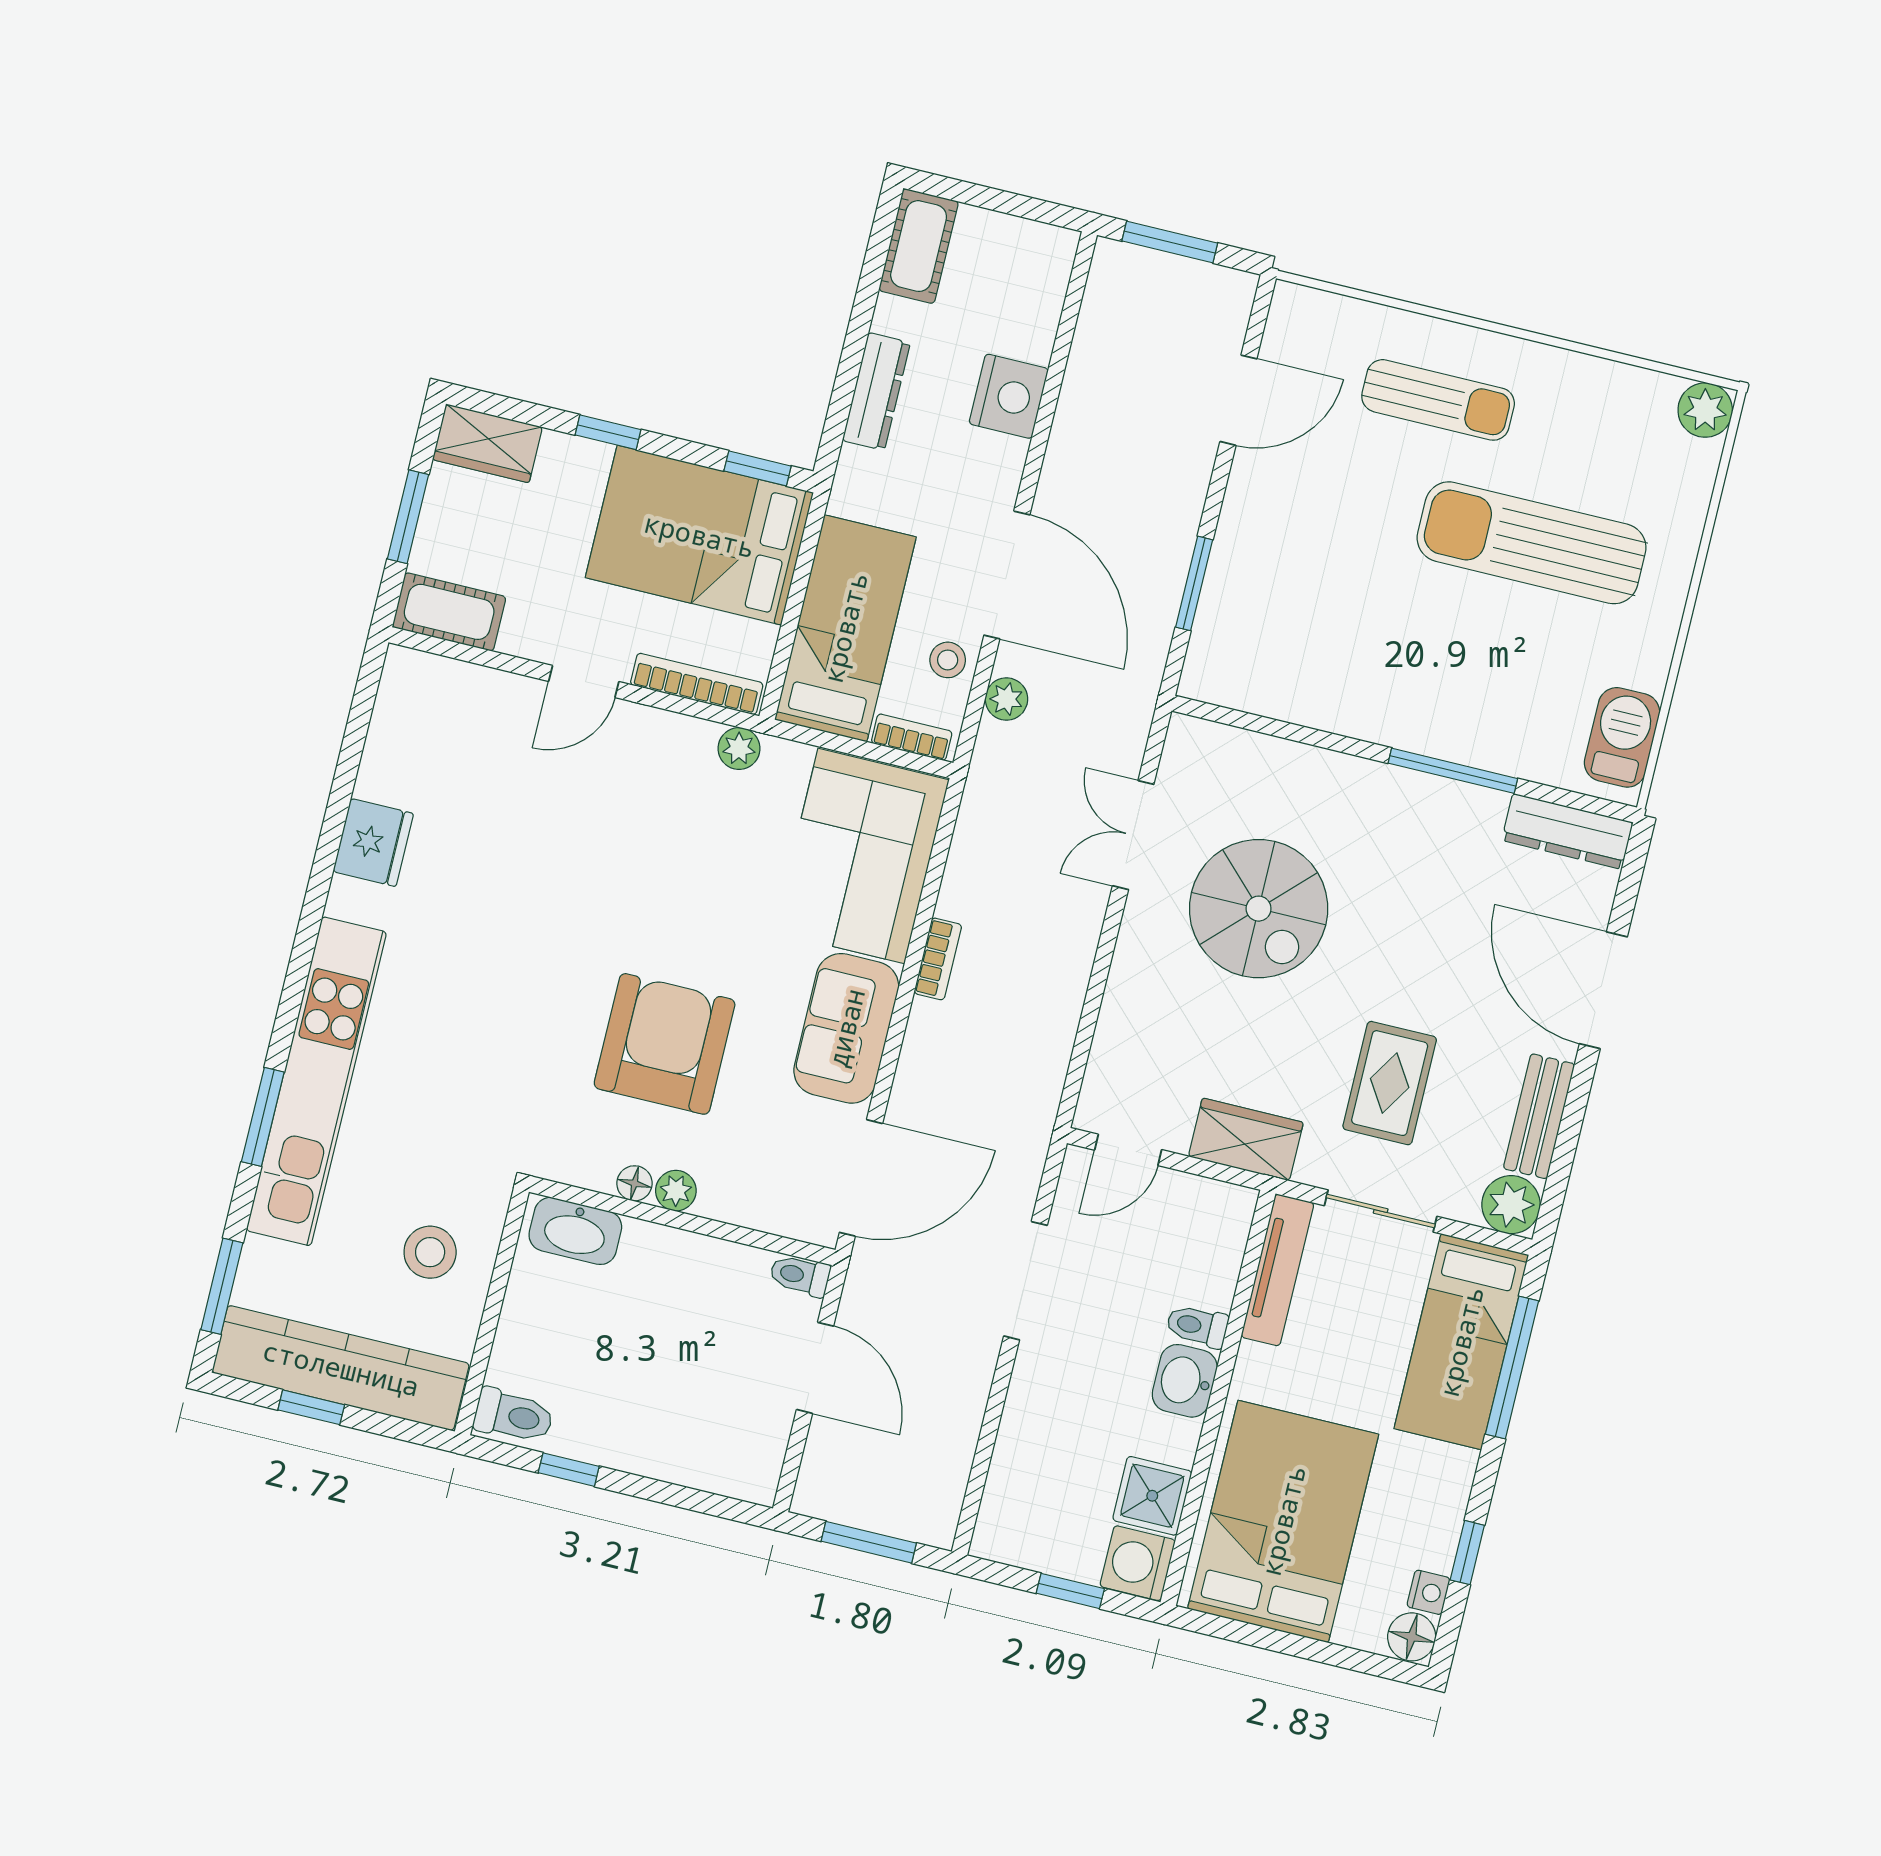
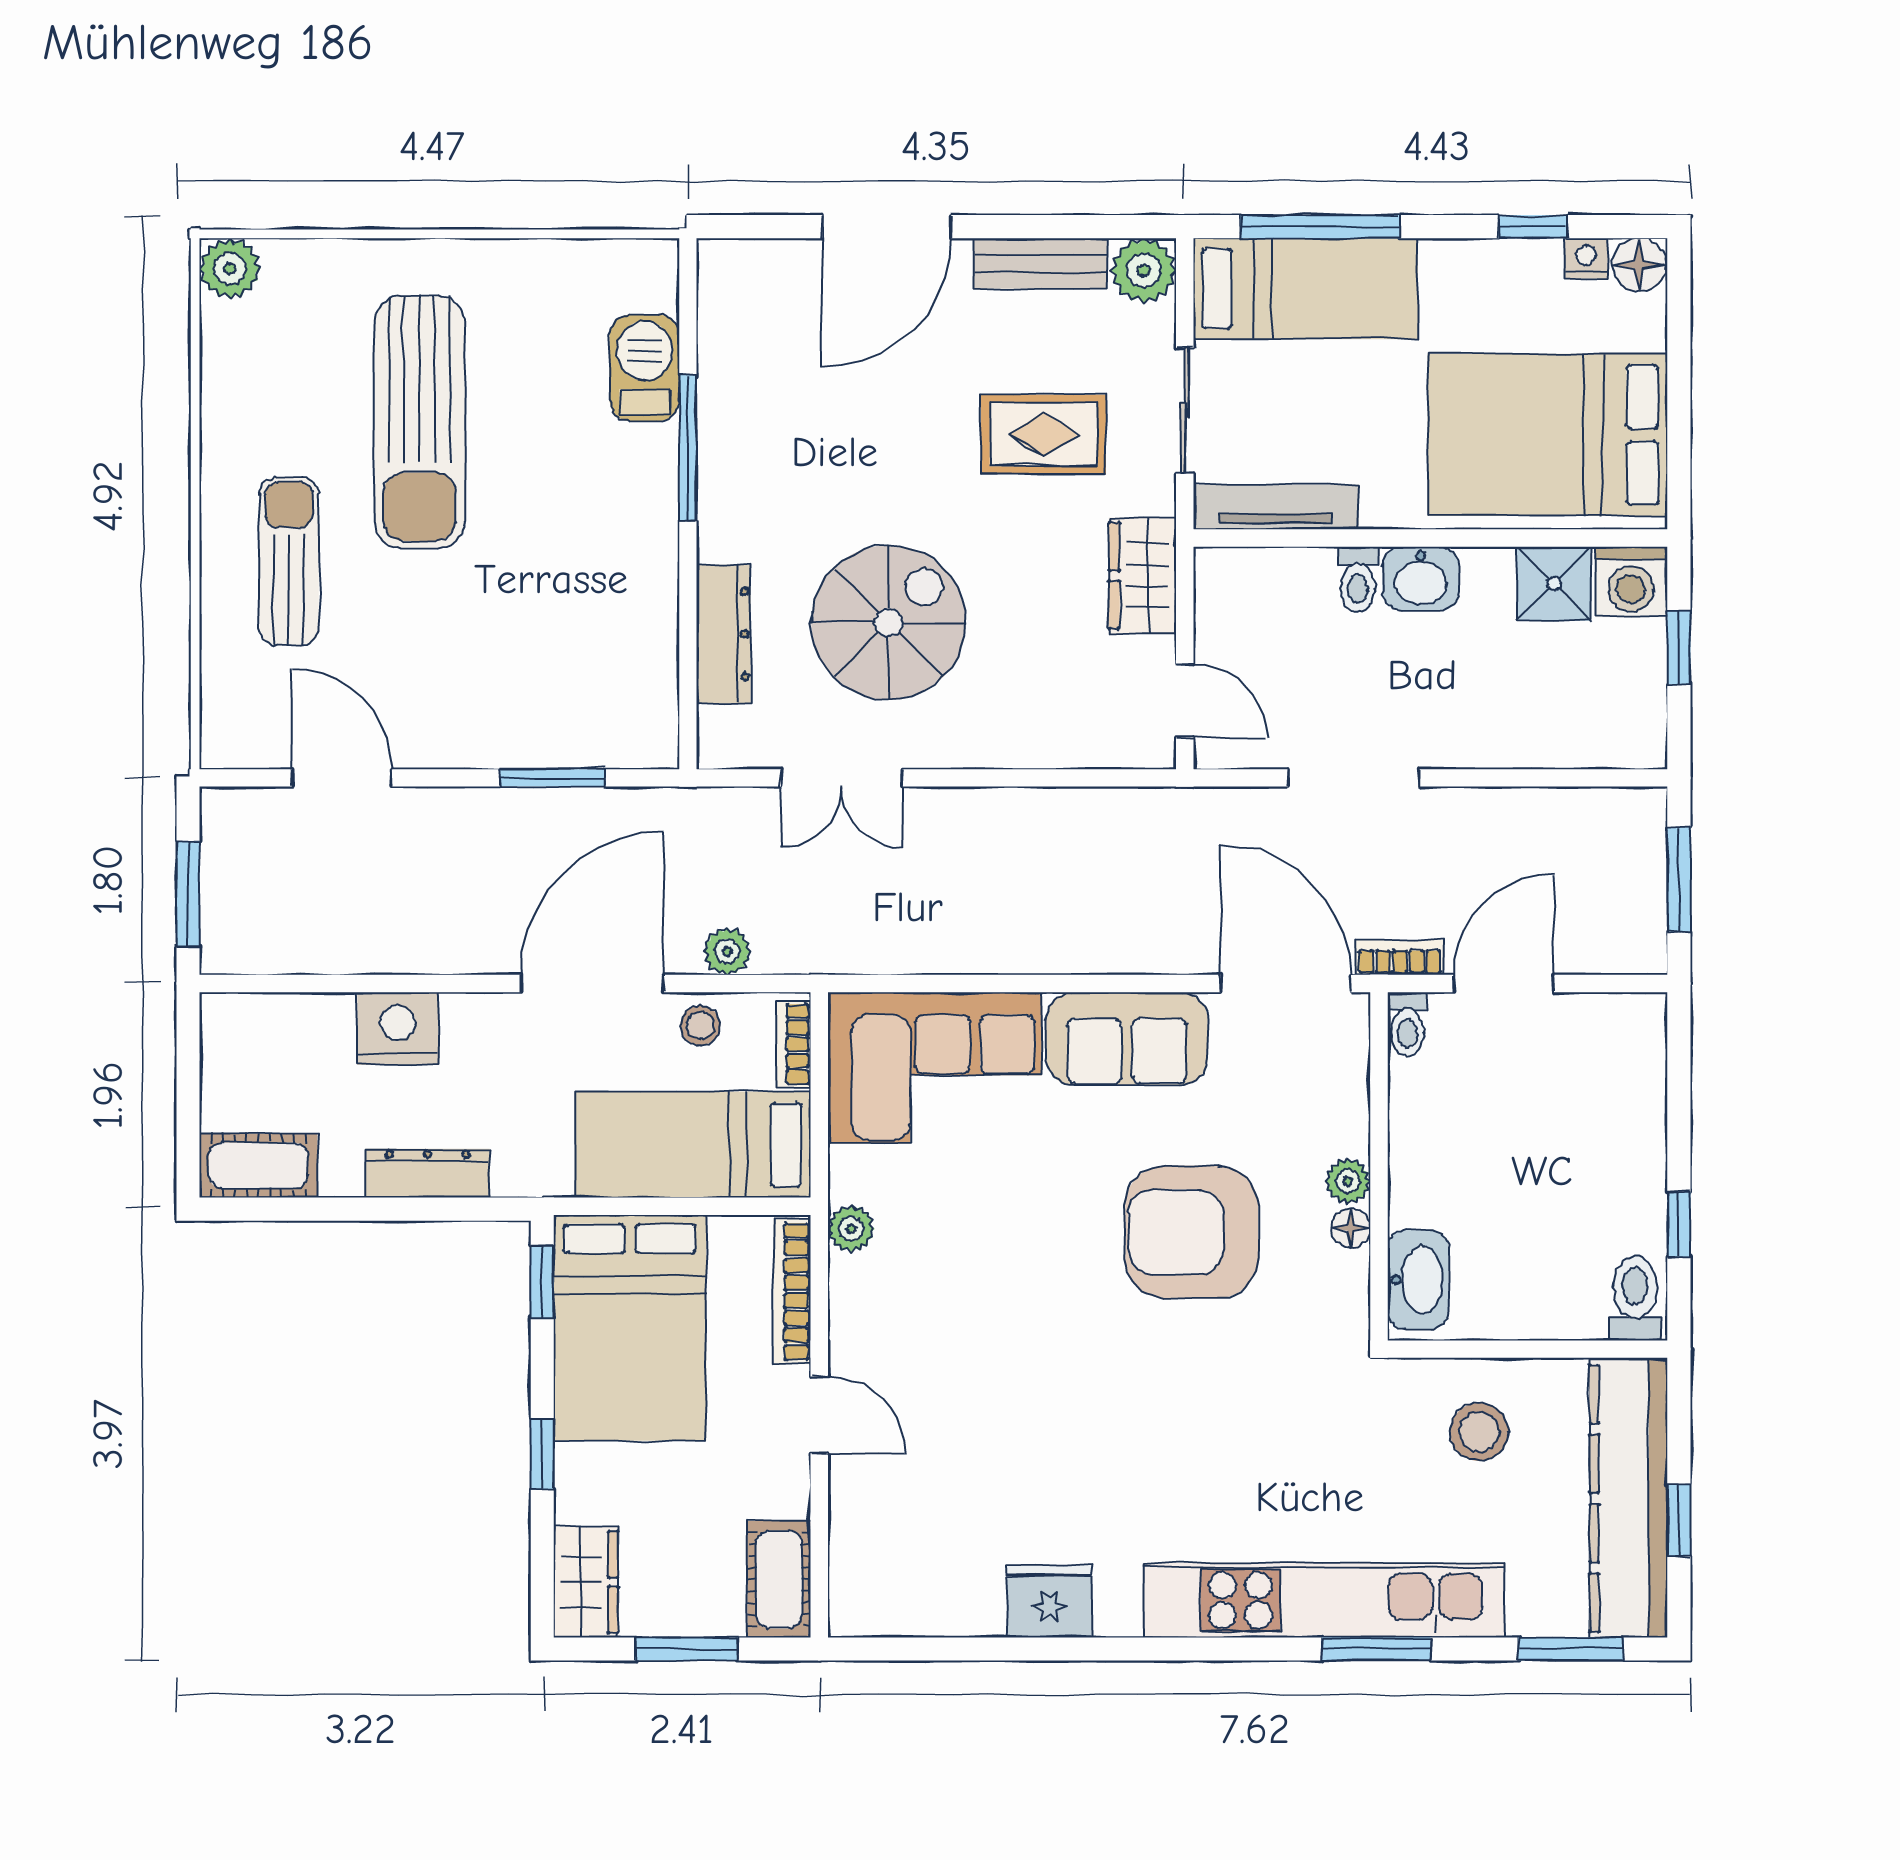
barbecue: (1622, 737) -> (645, 368), moved, turned 90
dresser: (1567, 831) -> (724, 634), moved
bookcase: (938, 959) -> (1400, 957), moved

